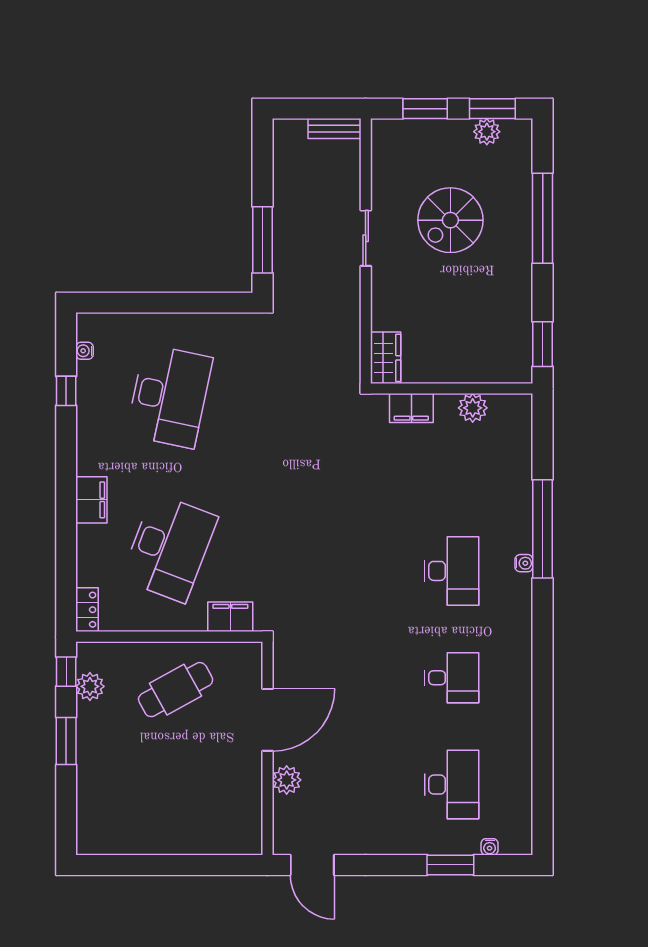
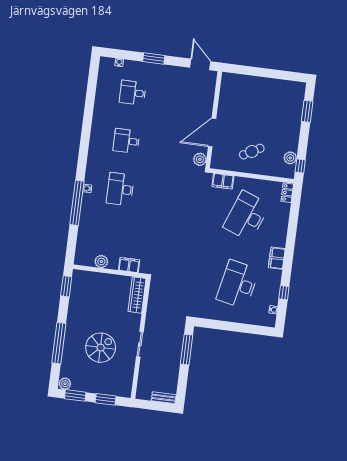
bench: (334, 129) -> (164, 398), moved
plant: (487, 132) -> (65, 384), moved
wardrobe: (386, 358) -> (137, 295), width x1.50
filing cabinet: (91, 500) -> (277, 258), moved
cafe table: (176, 690) -> (252, 152), width x0.73, depth x0.74
window: (66, 741) -> (307, 111), moved
plant: (287, 780) -> (200, 159), moved
desk: (452, 785) -> (133, 93), width x0.73
window: (450, 865) -> (154, 59), moved

